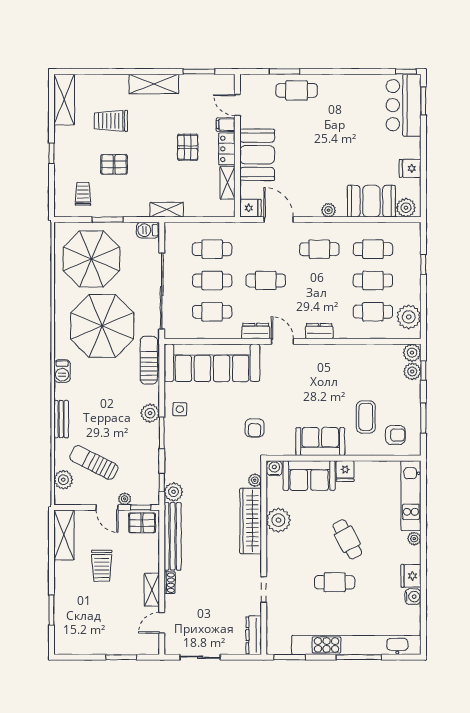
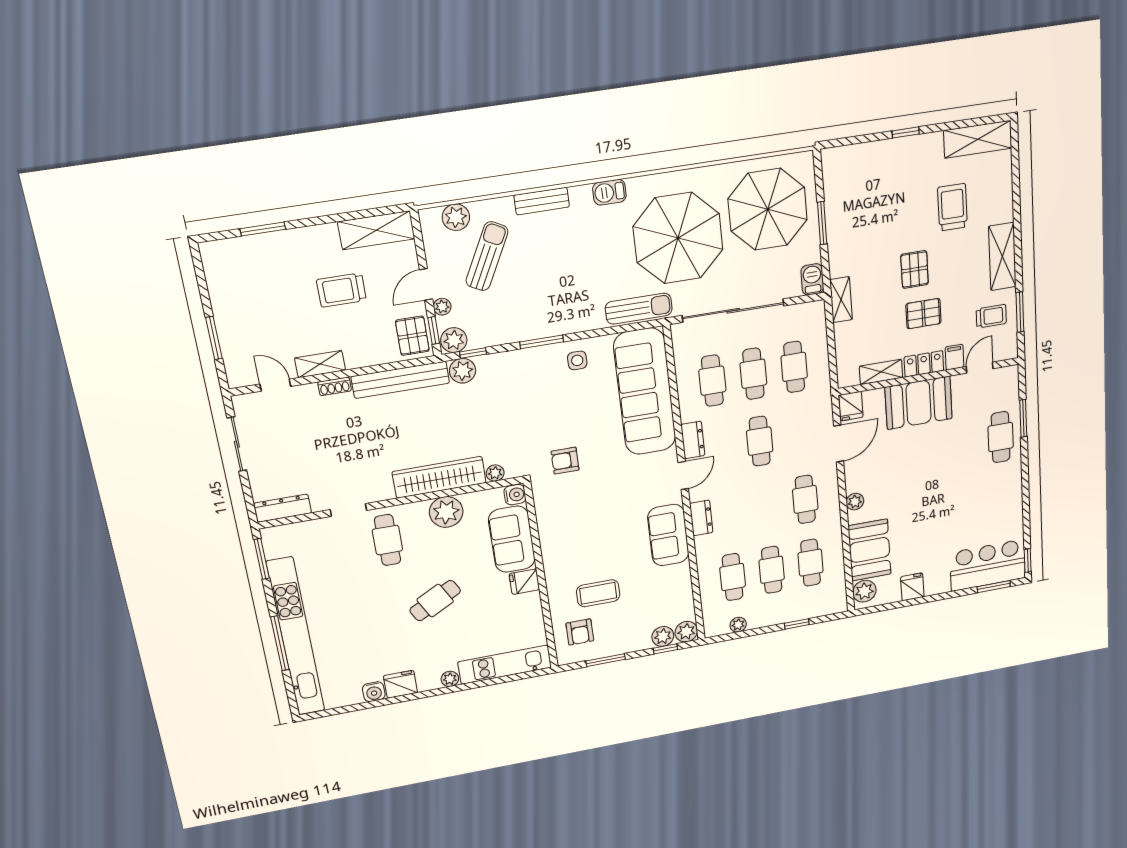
pallet: (114, 164) -> (915, 269), moved
trolley: (83, 194) -> (991, 316), moved
plant: (409, 317) -> (738, 625), width x0.53, depth x0.53
plant: (150, 413) -> (454, 340), moved
sofa: (320, 442) -> (668, 535), moved, turned 180
cafe table: (335, 582) -> (387, 540), moved

